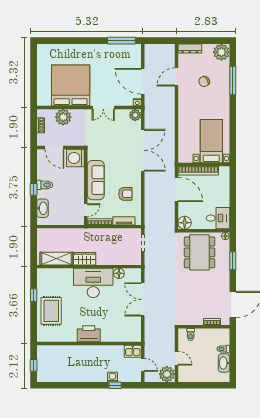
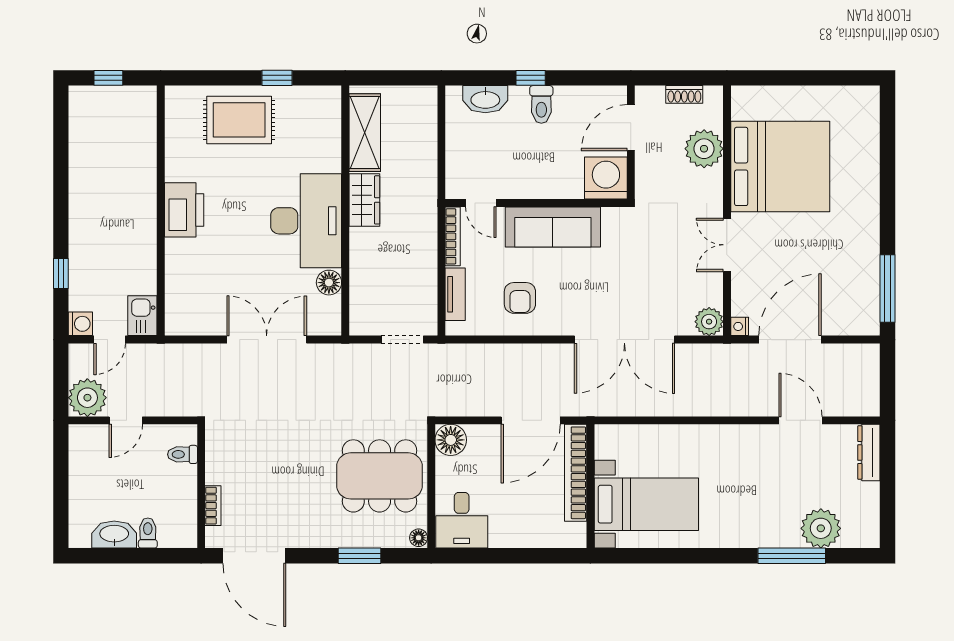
plant: (221, 52) -> (821, 528), moved
chair: (204, 81) -> (790, 487), removed
washing machine: (112, 377) -> (80, 324), moved

